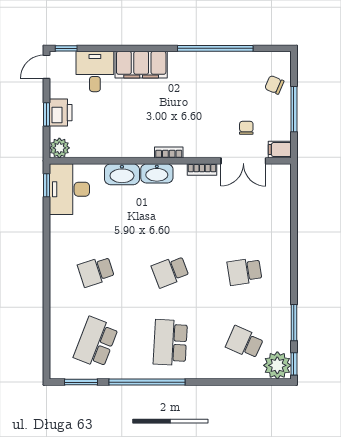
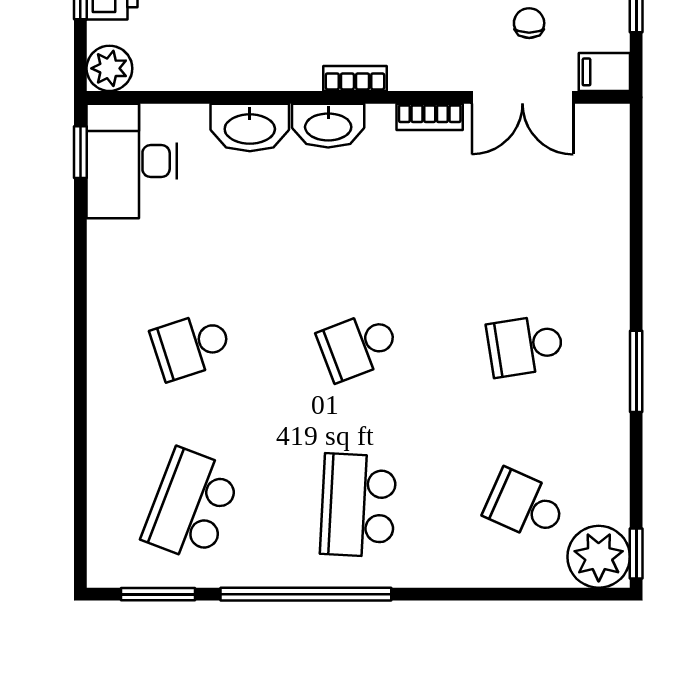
window: (294, 323) -> (636, 371), moved

